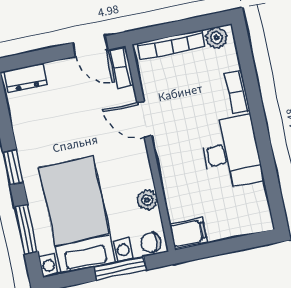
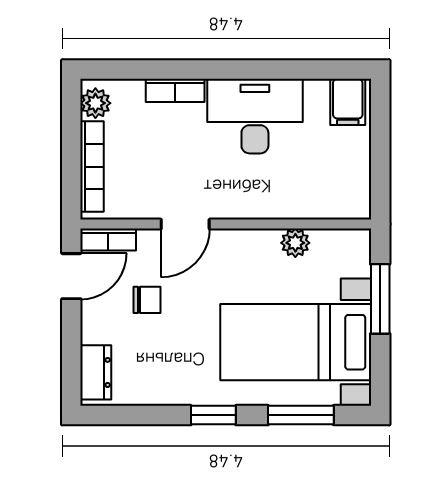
filing cabinet: (188, 233) -> (348, 102), moved, turned 180
chair: (151, 243) -> (147, 300), moved, turned -90

